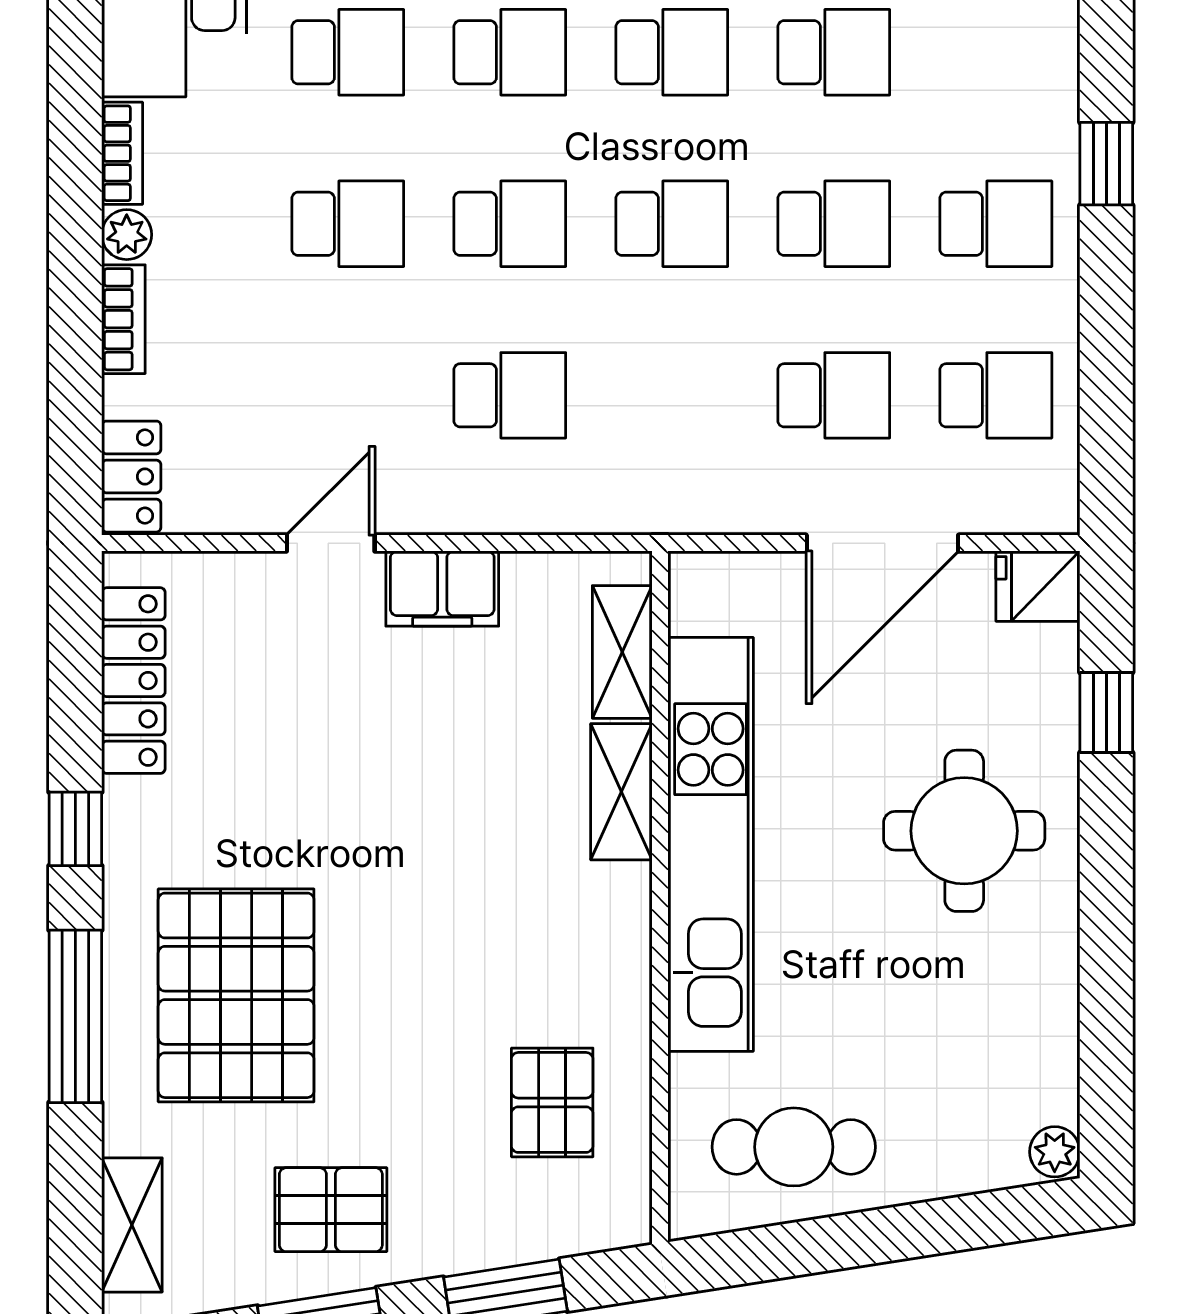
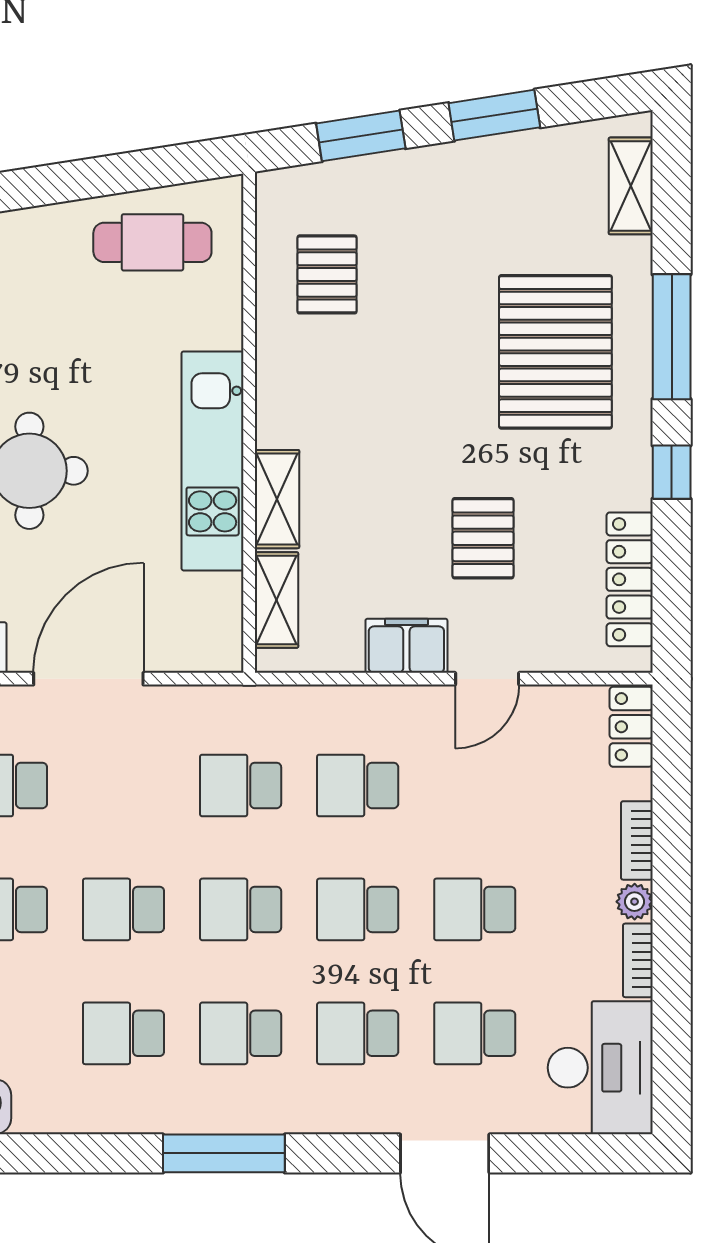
school desk: (834, 395) -> (241, 785), moved
kitchen unit: (711, 844) -> (213, 461), width x0.73
pallet: (331, 1210) -> (483, 538), moved, turned 90

